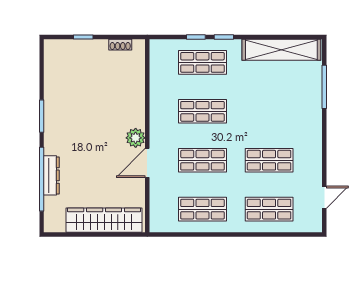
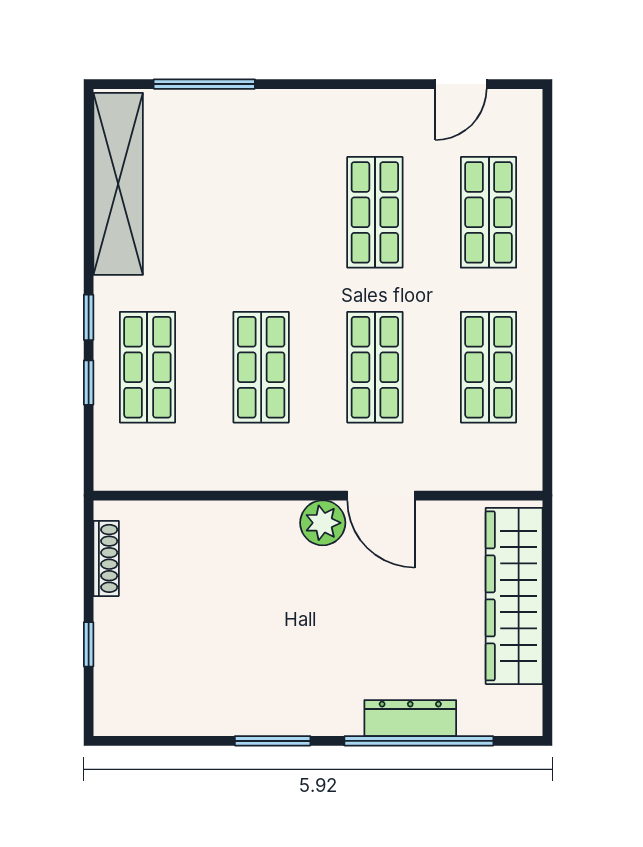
shoe rack: (120, 45) -> (106, 558), width x1.43
door: (324, 197) -> (461, 84), swing flipped

